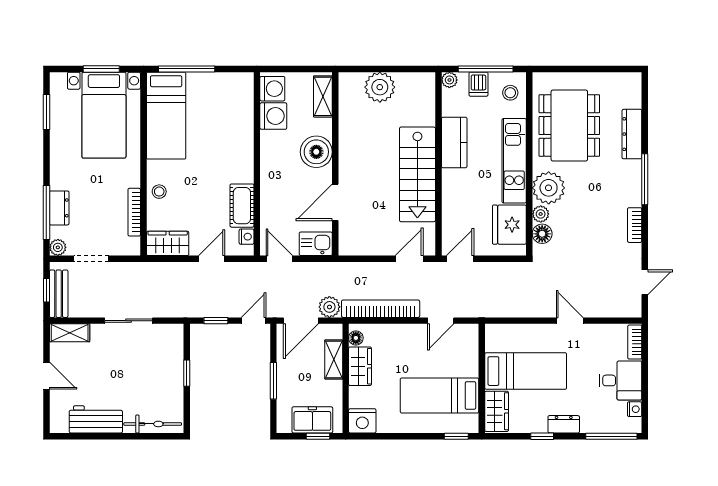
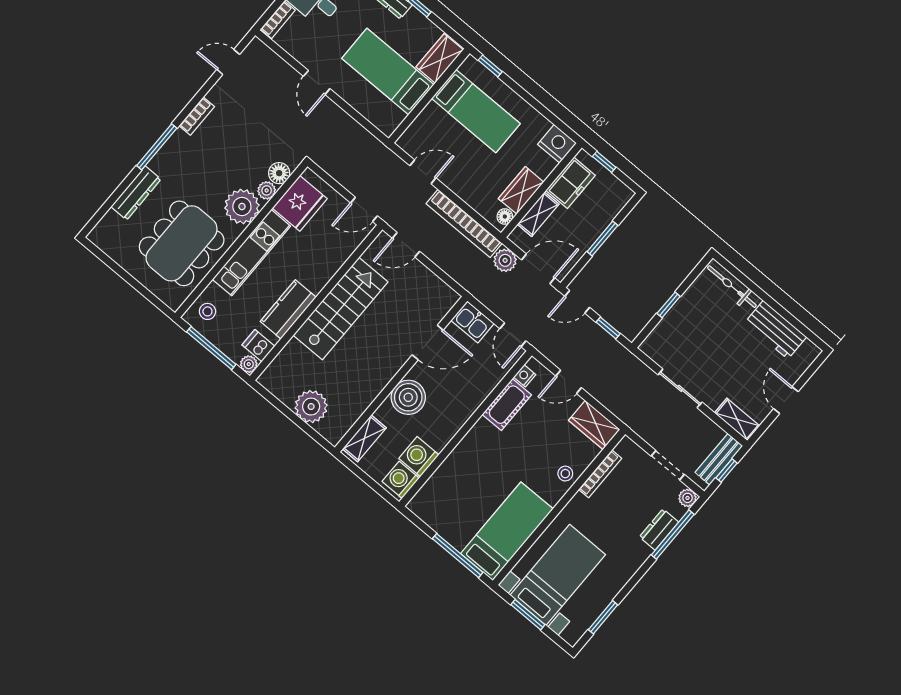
dishwasher: (478, 84) -> (258, 346), moved, turned -90
freezer: (312, 420) -> (571, 183), moved, turned -90

